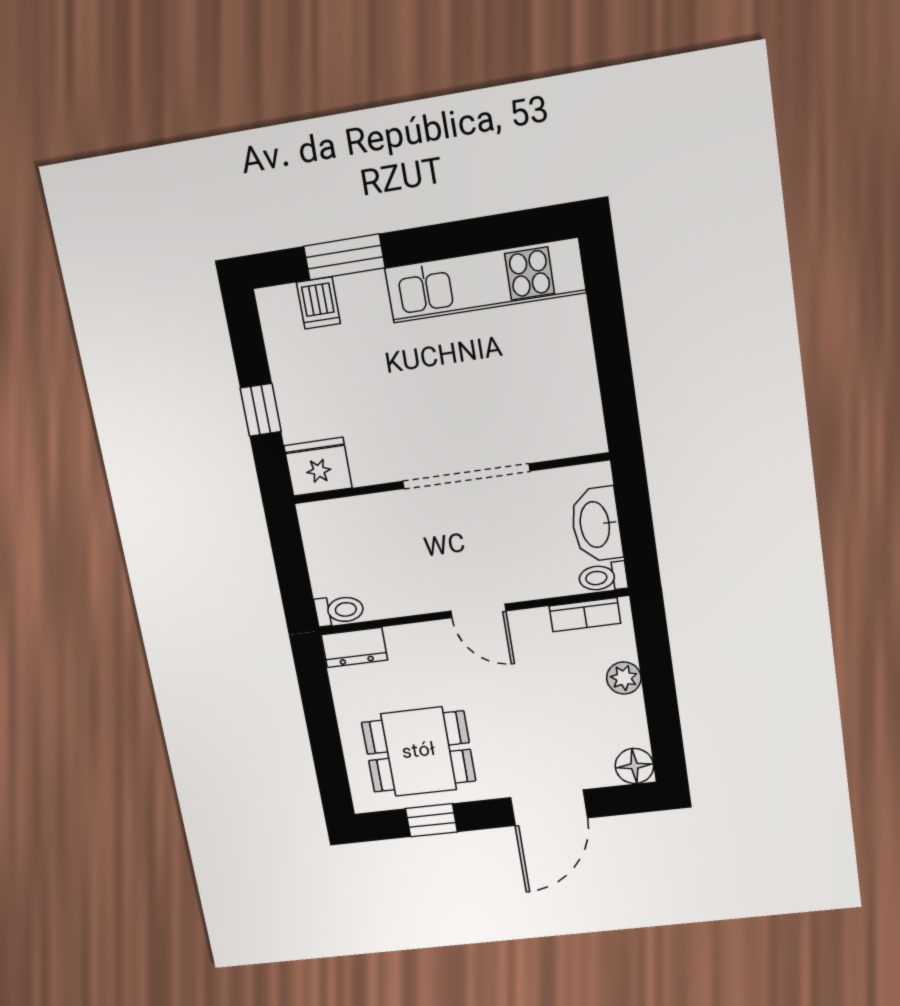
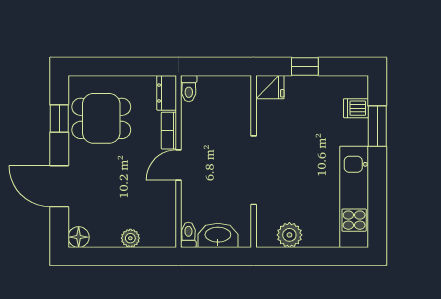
plant: (576, 393) -> (289, 235), added
fridge: (318, 467) -> (270, 87), width x0.72
bookcase: (585, 615) -> (169, 131), moved
dining table: (419, 752) -> (101, 118), turned 90

